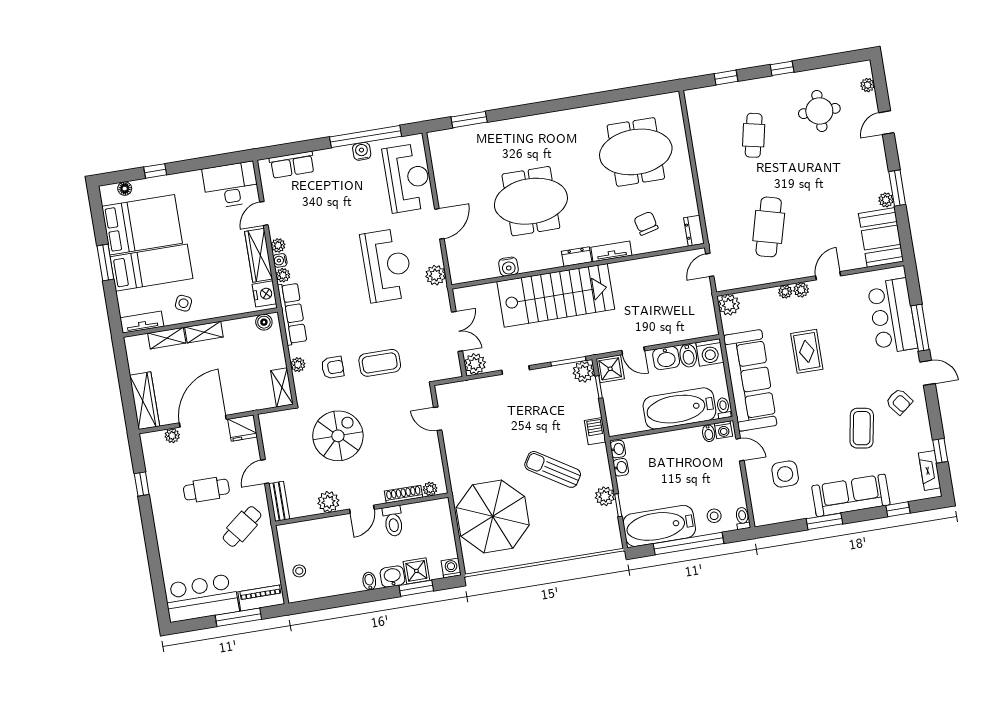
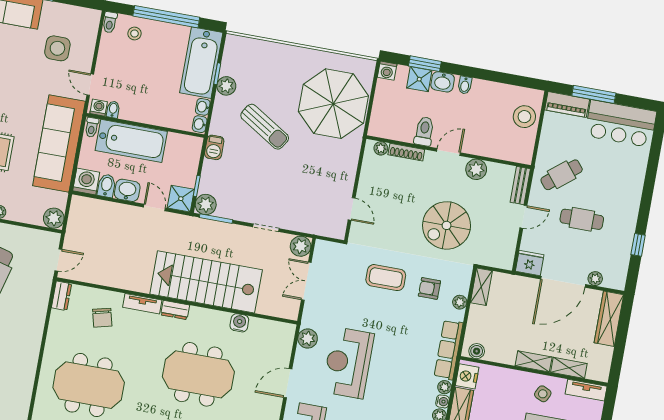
bathtub: (659, 526) -> (201, 63), moved, turned 90
stool: (299, 571) -> (524, 117), width x1.89, depth x1.89

